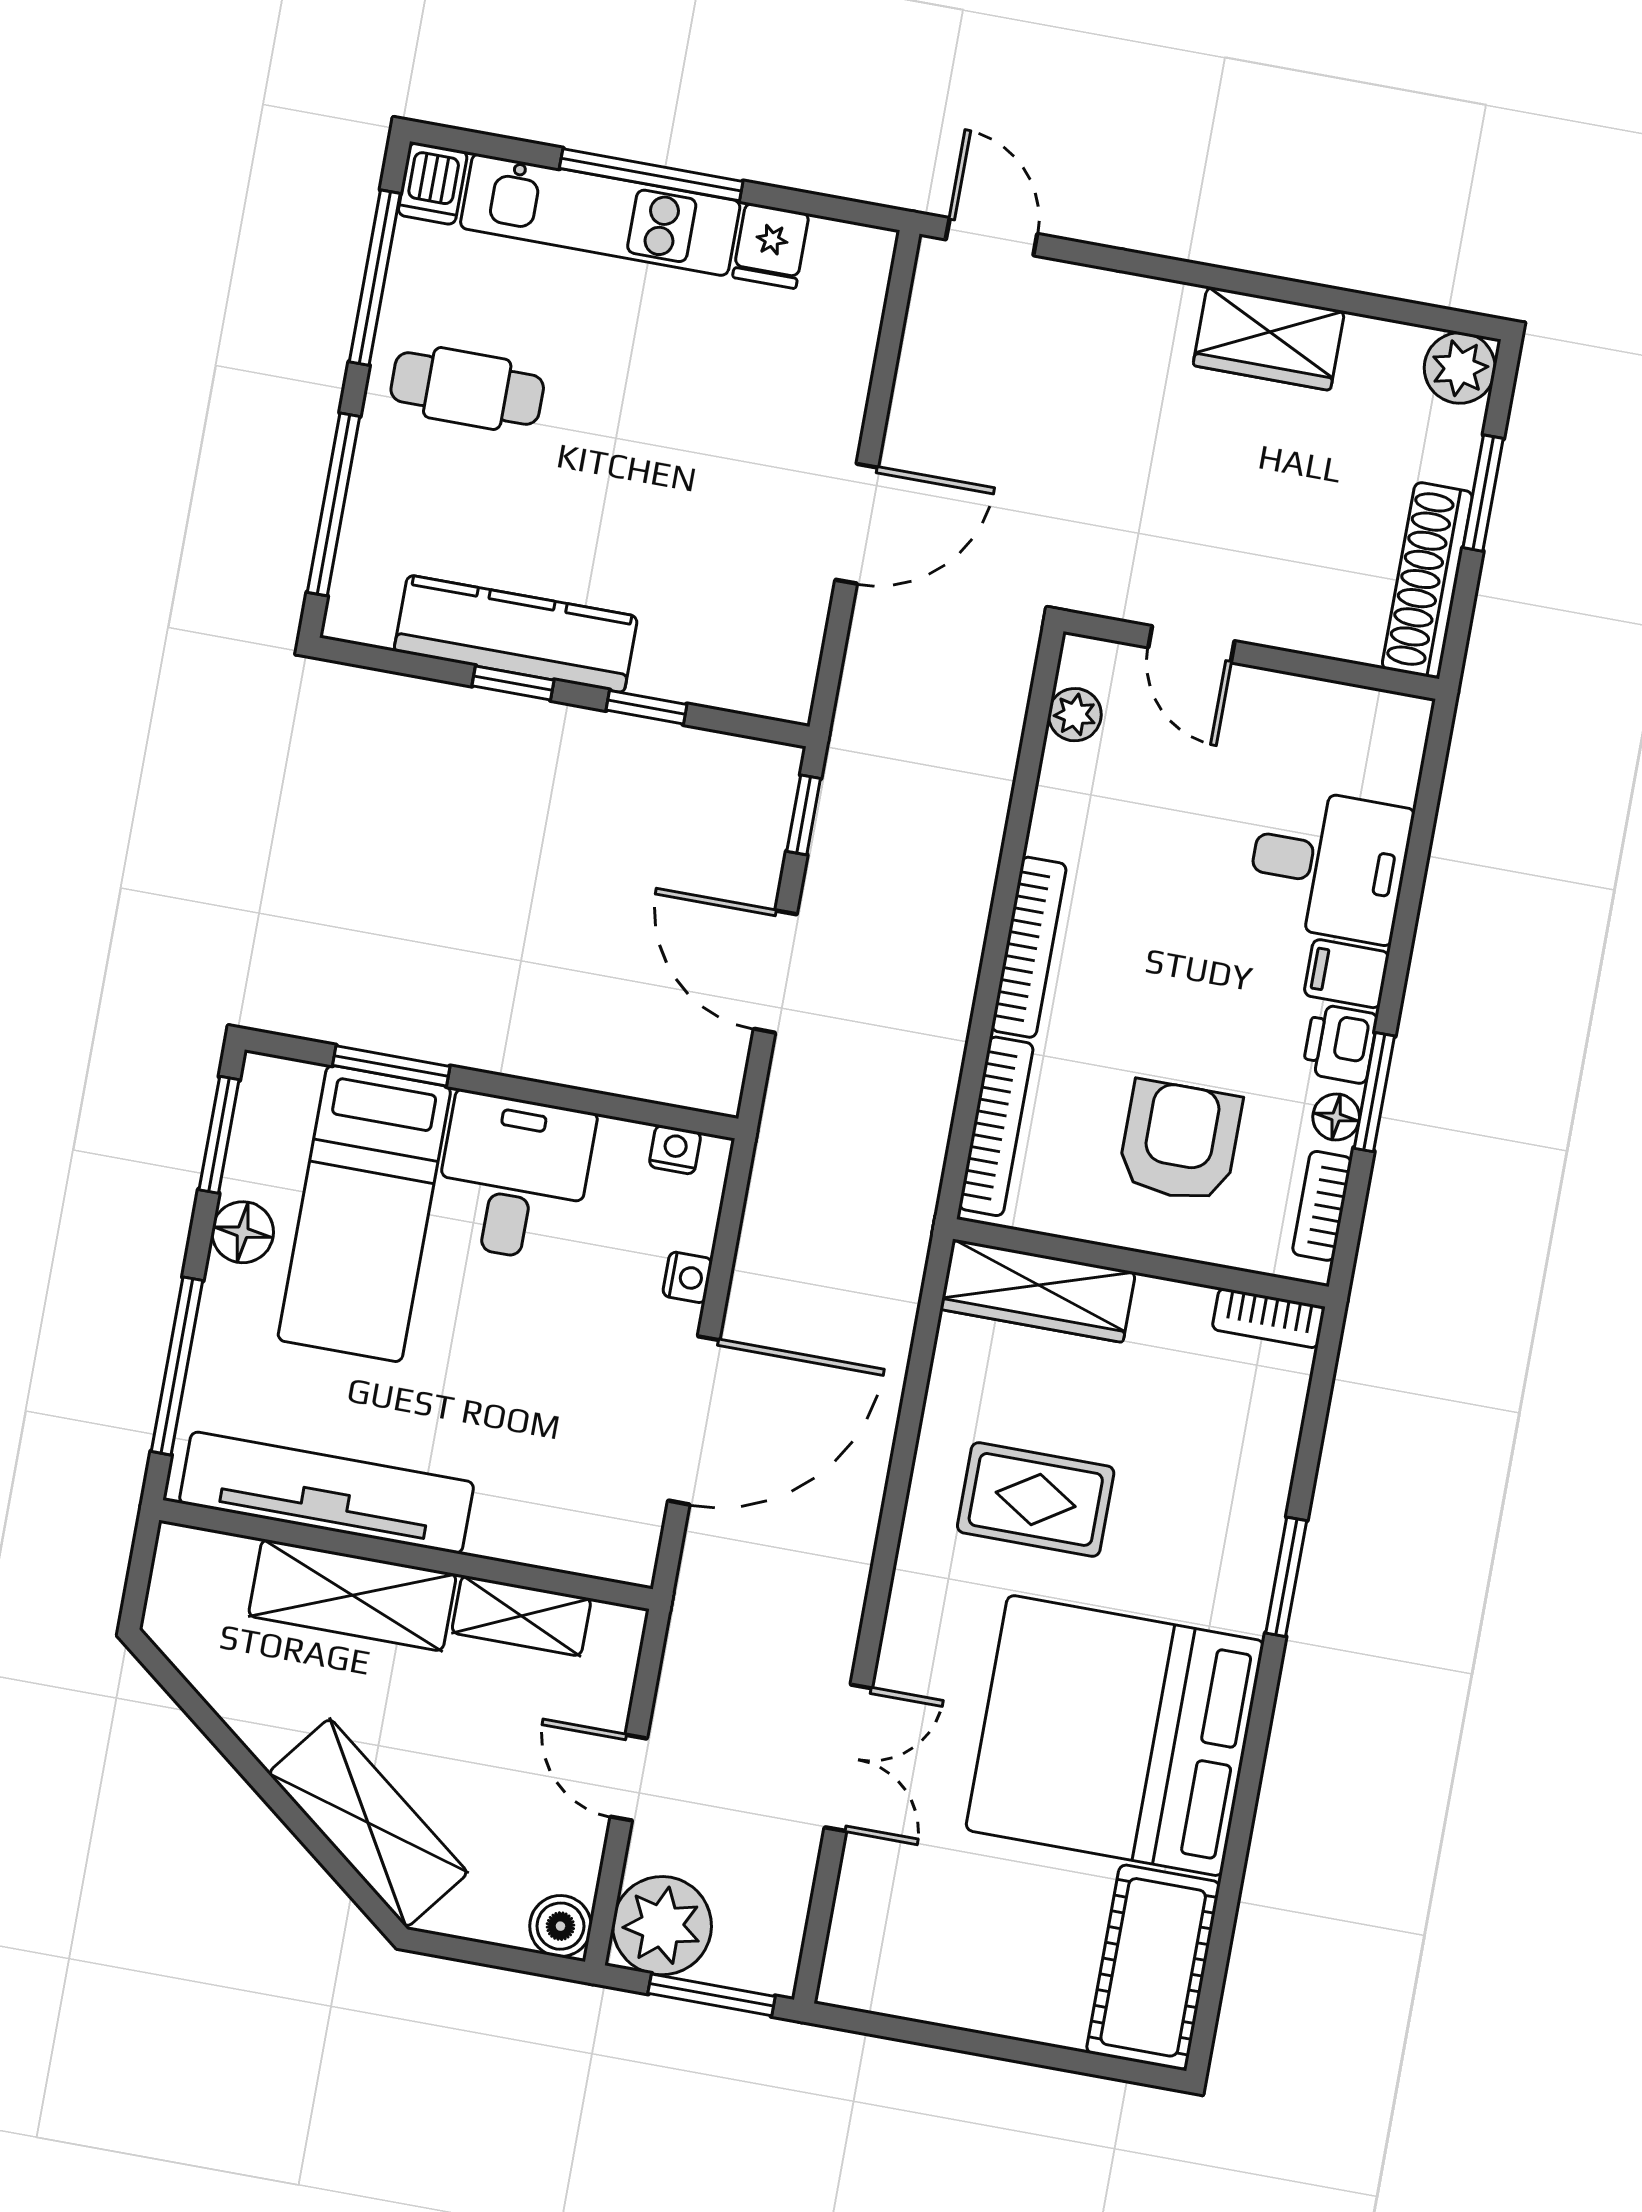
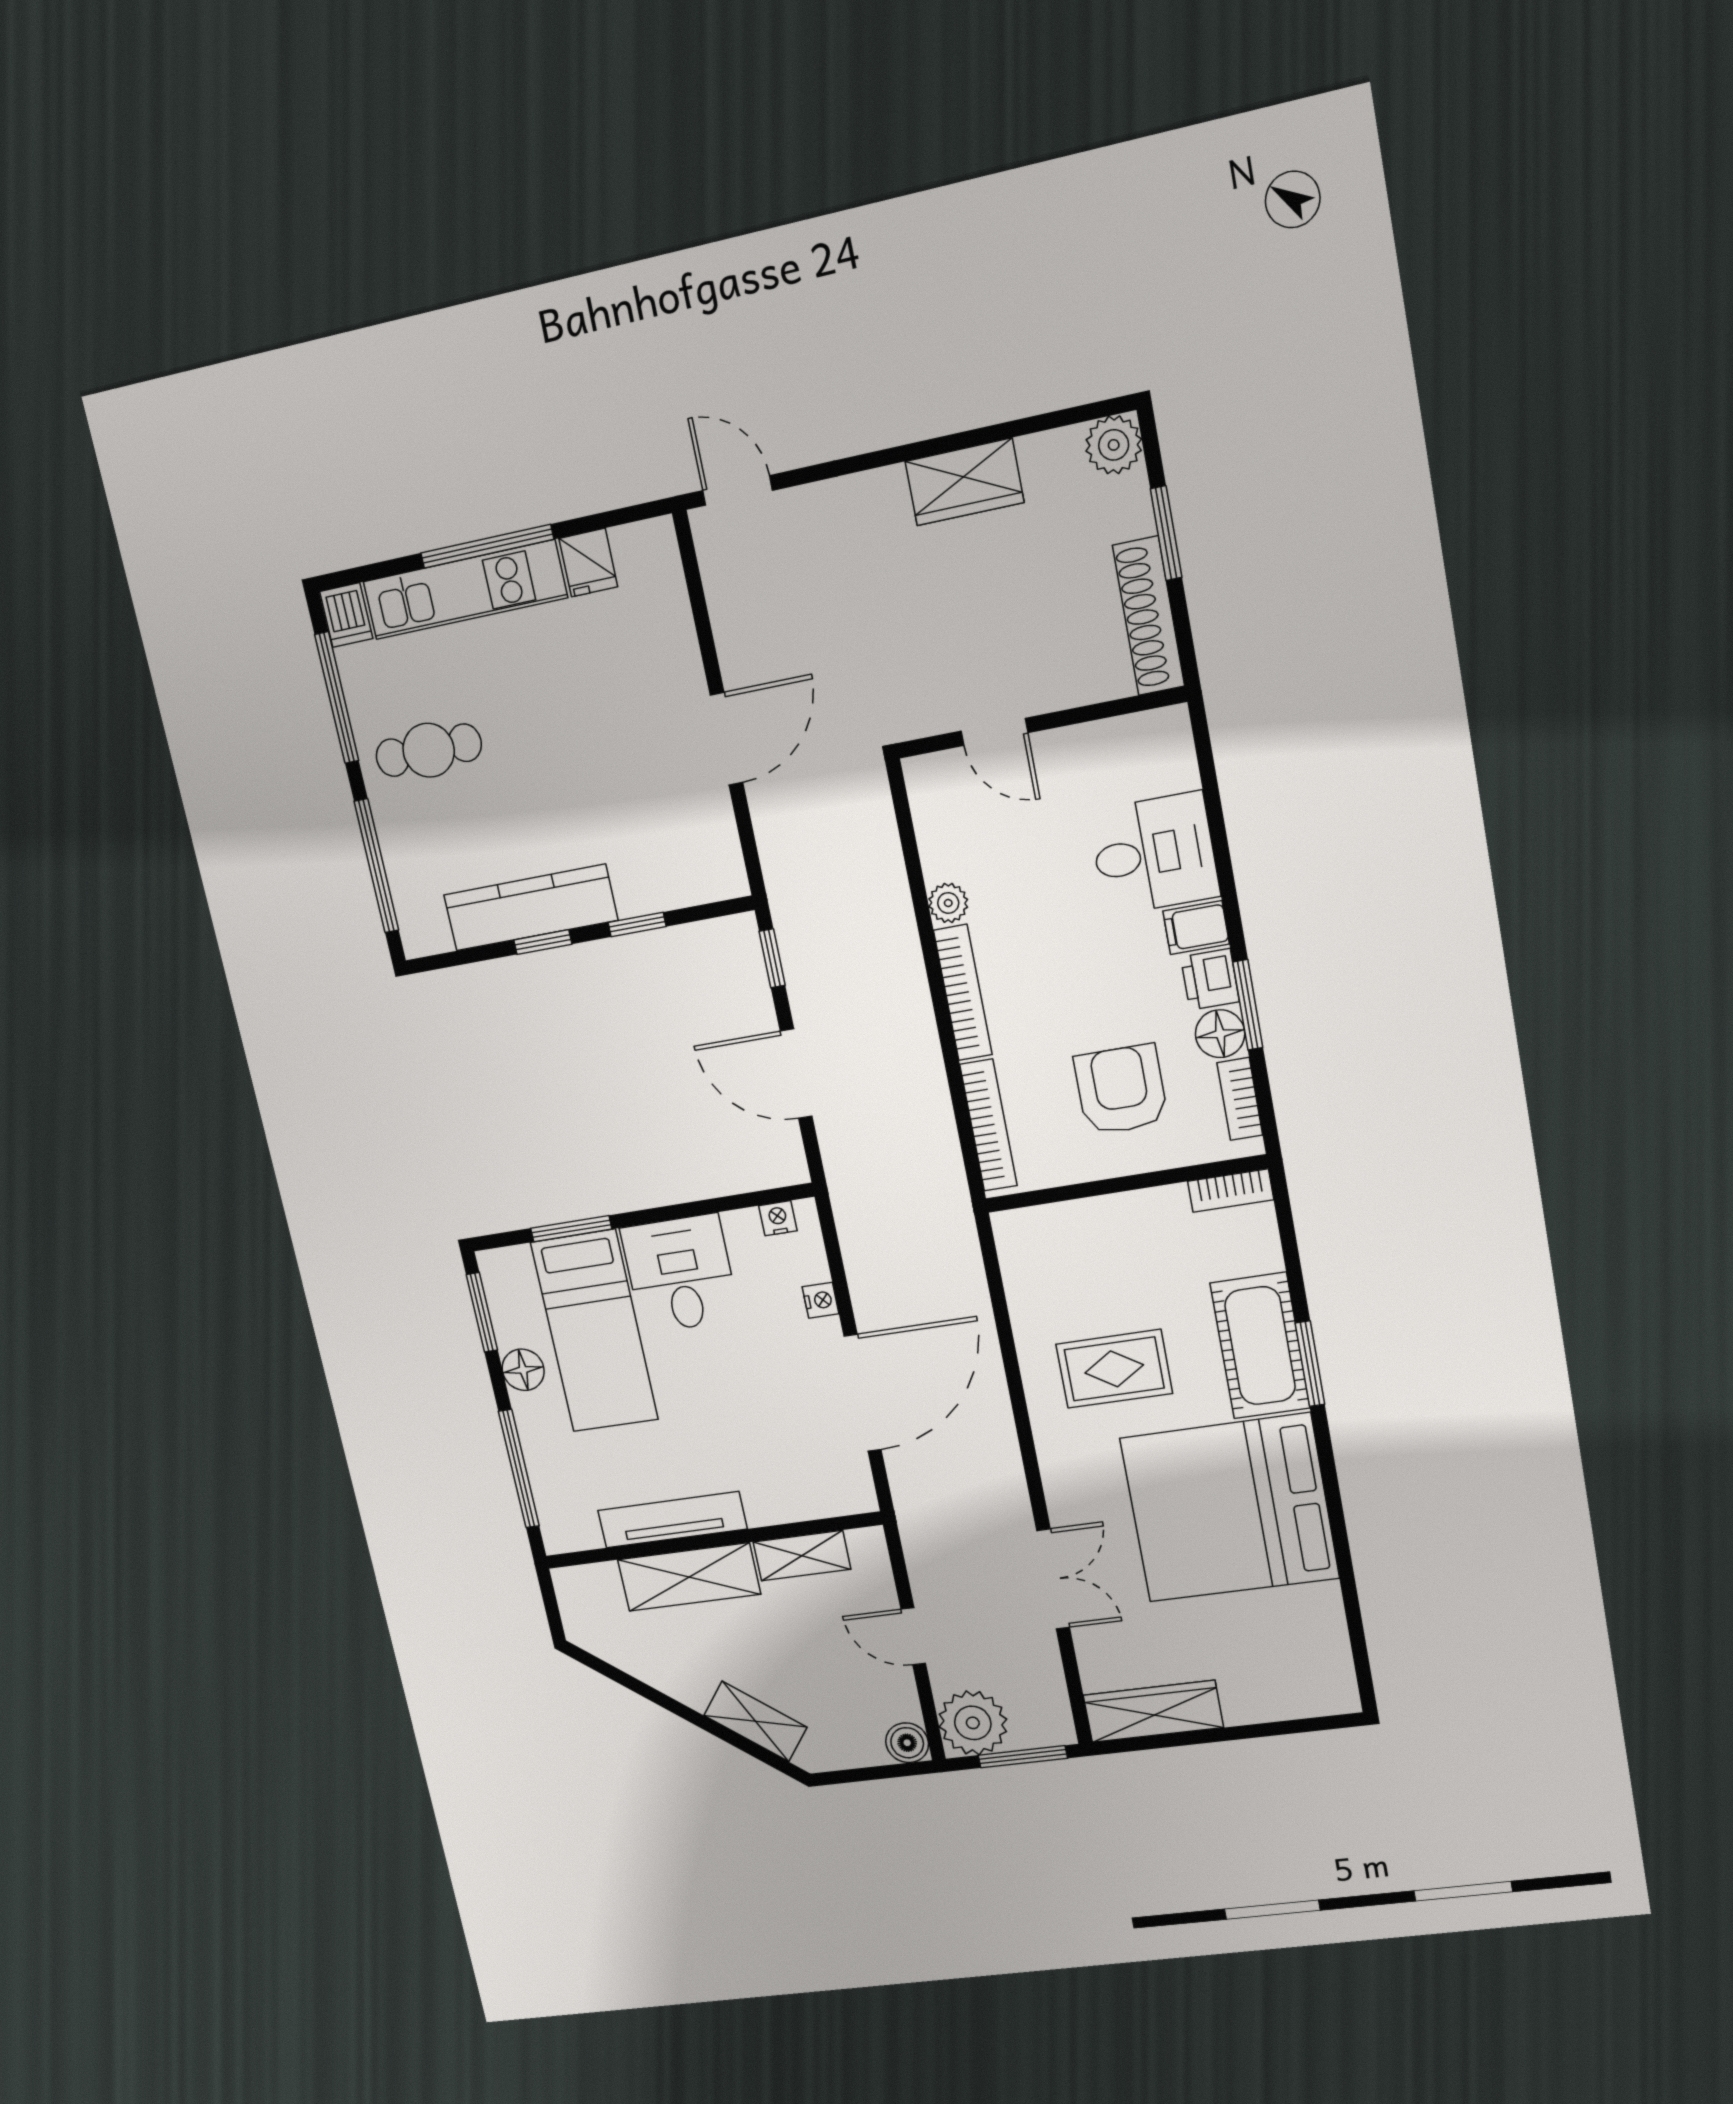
plant: (1075, 715) -> (948, 903), moved
floor lamp: (1336, 1117) -> (1220, 1034), width x1.37, depth x1.37
wardrobe: (1038, 1291) -> (1153, 1711), moved, turned 180
tv unit: (327, 1493) -> (672, 1520), width x0.73, depth x0.78
shelving: (368, 1823) -> (755, 1721), width x0.67, depth x0.75
cot: (1153, 1967) -> (1260, 1346), moved

